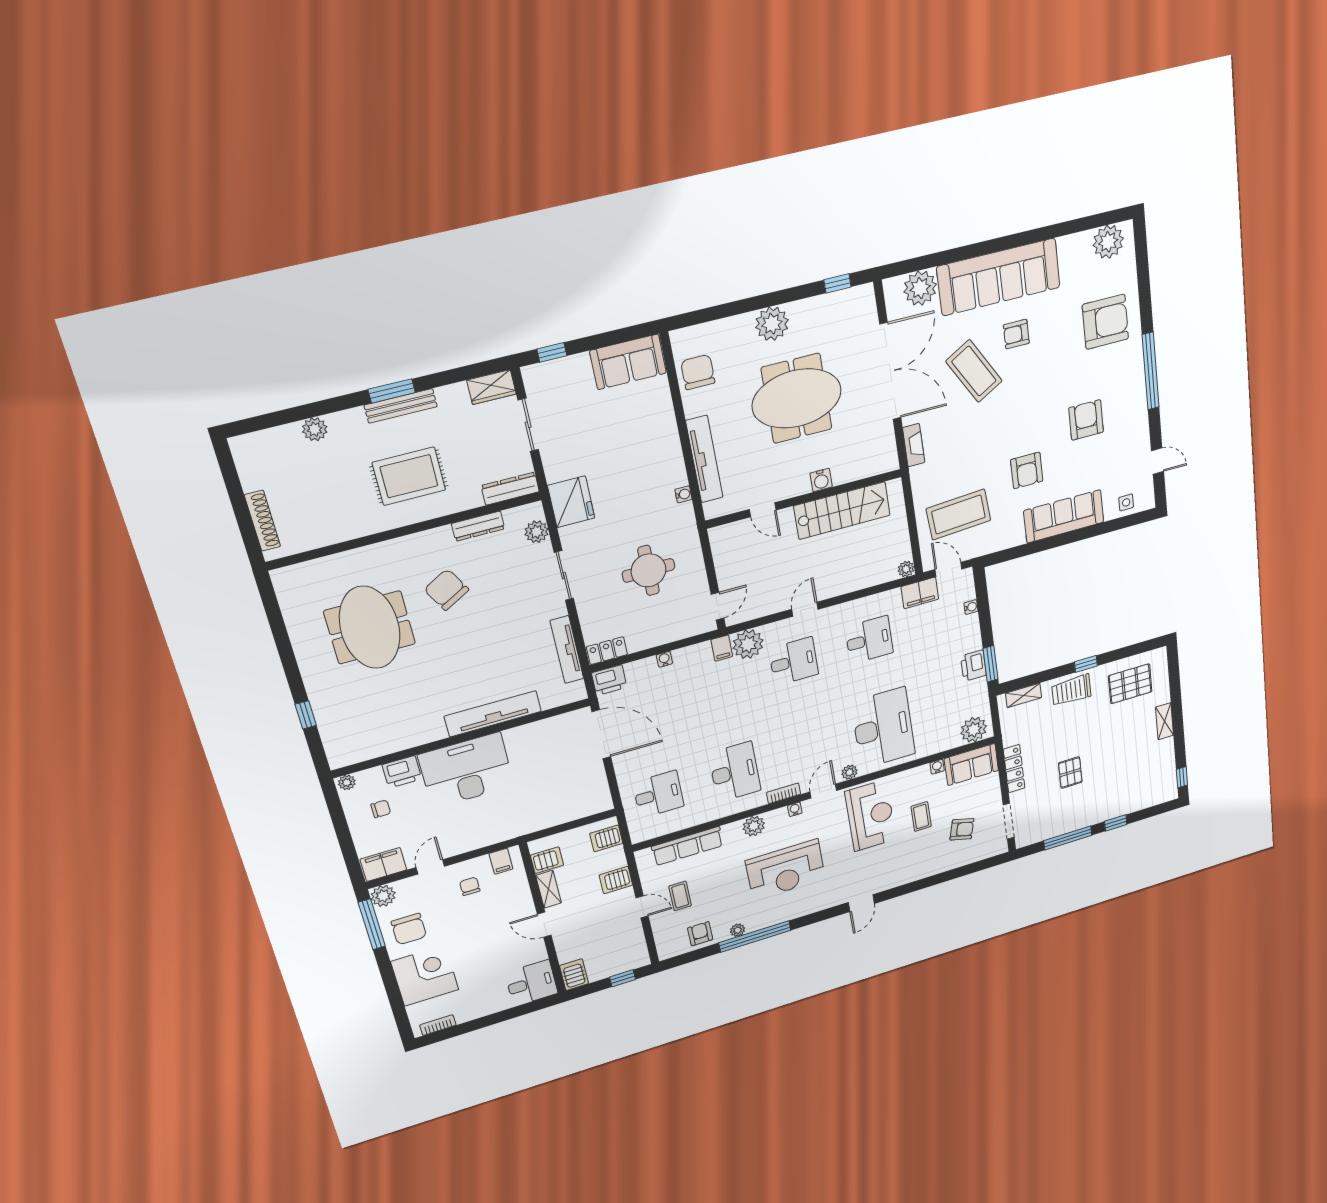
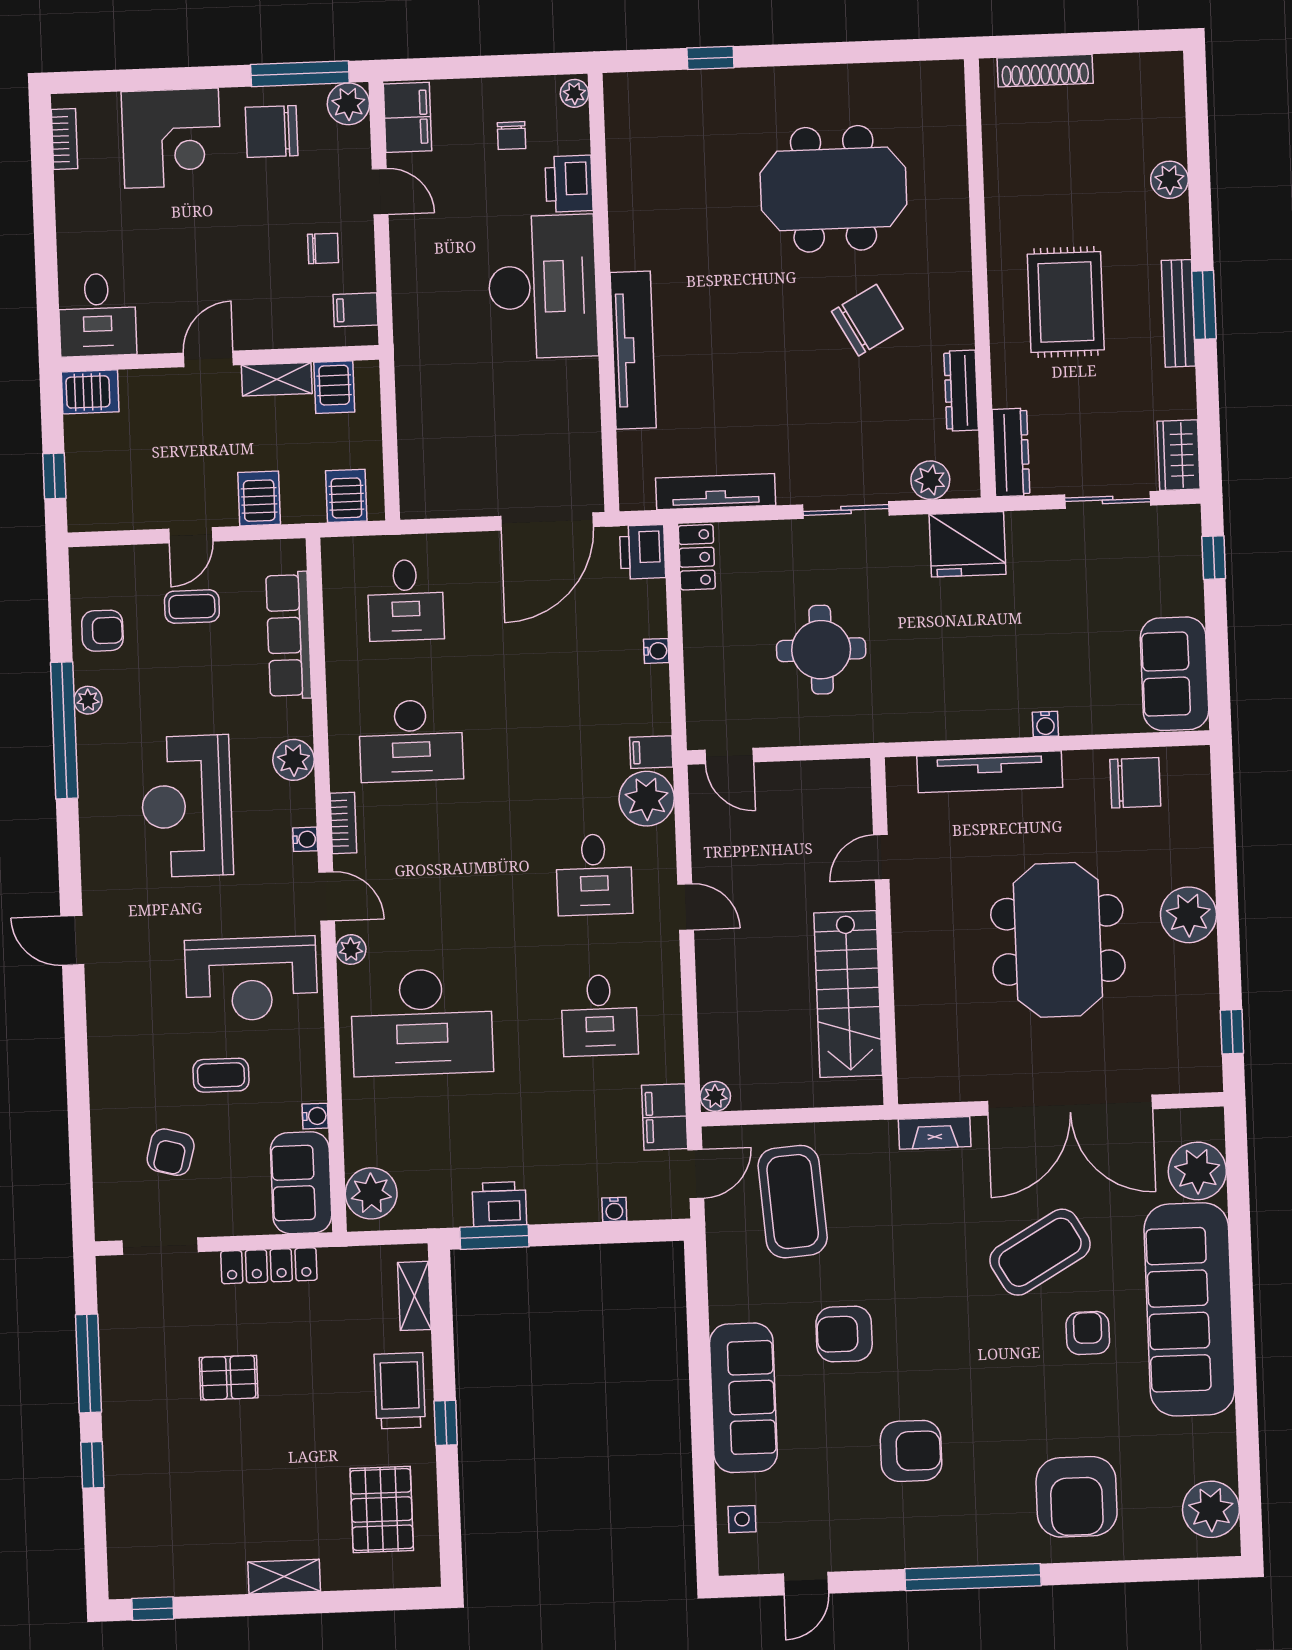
water cooler: (821, 480) -> (910, 964), removed
water cooler: (683, 494) -> (1045, 724), moved

